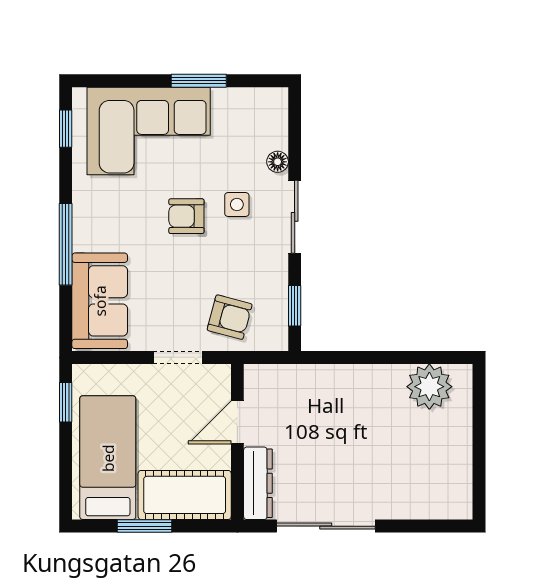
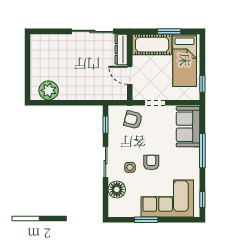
floor lamp: (278, 162) -> (117, 189), width x1.89, depth x1.89
armchair: (186, 216) -> (151, 162), turned -90
door: (237, 422) -> (130, 75), swing flipped

